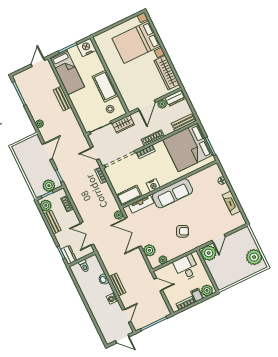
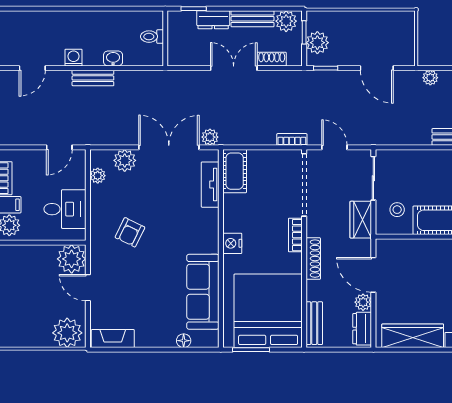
door: (95, 153) -> (334, 147), hinge flipped
nightstand: (153, 185) -> (232, 243), moved
sofa: (172, 193) -> (203, 292), moved
fireplace: (231, 203) -> (113, 339), moved
double door: (87, 234) -> (234, 68), moved
dresser: (69, 255) -> (213, 20), moved
plant: (254, 257) -> (67, 333), moved
door: (127, 316) -> (32, 68), hinge flipped

